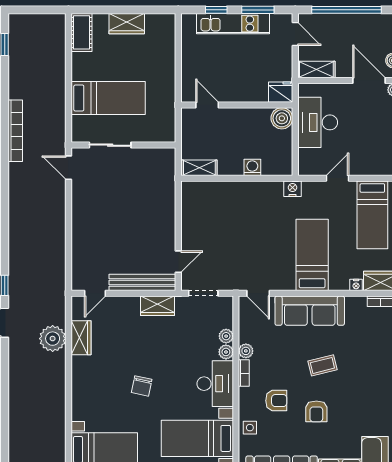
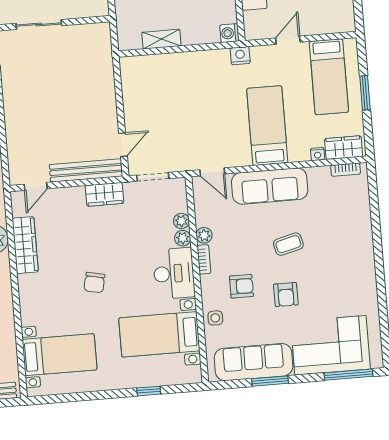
washing machine: (252, 167) -> (229, 33), moved, turned -90
shelving: (199, 168) -> (161, 39), moved
wardrobe: (81, 338) -> (25, 245), width x1.50

